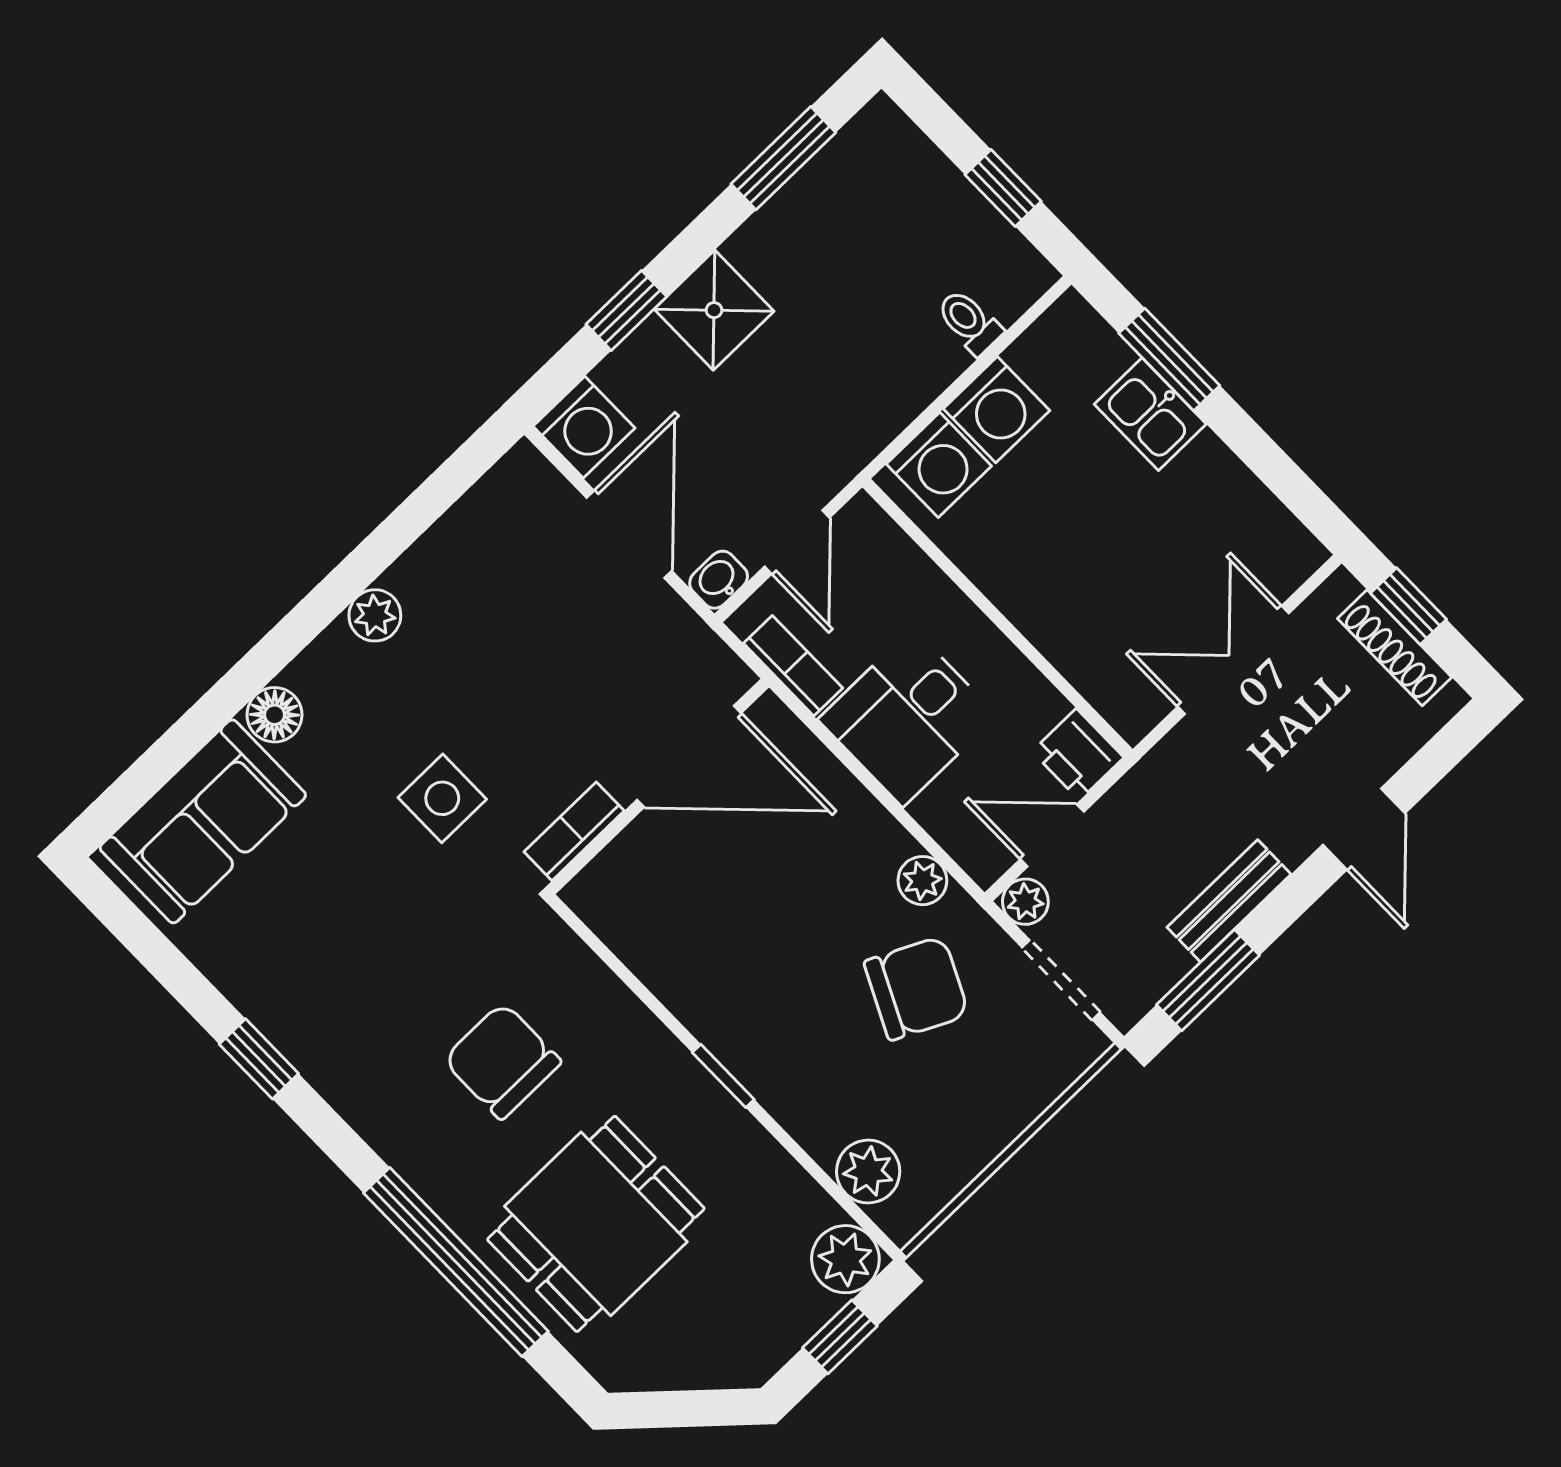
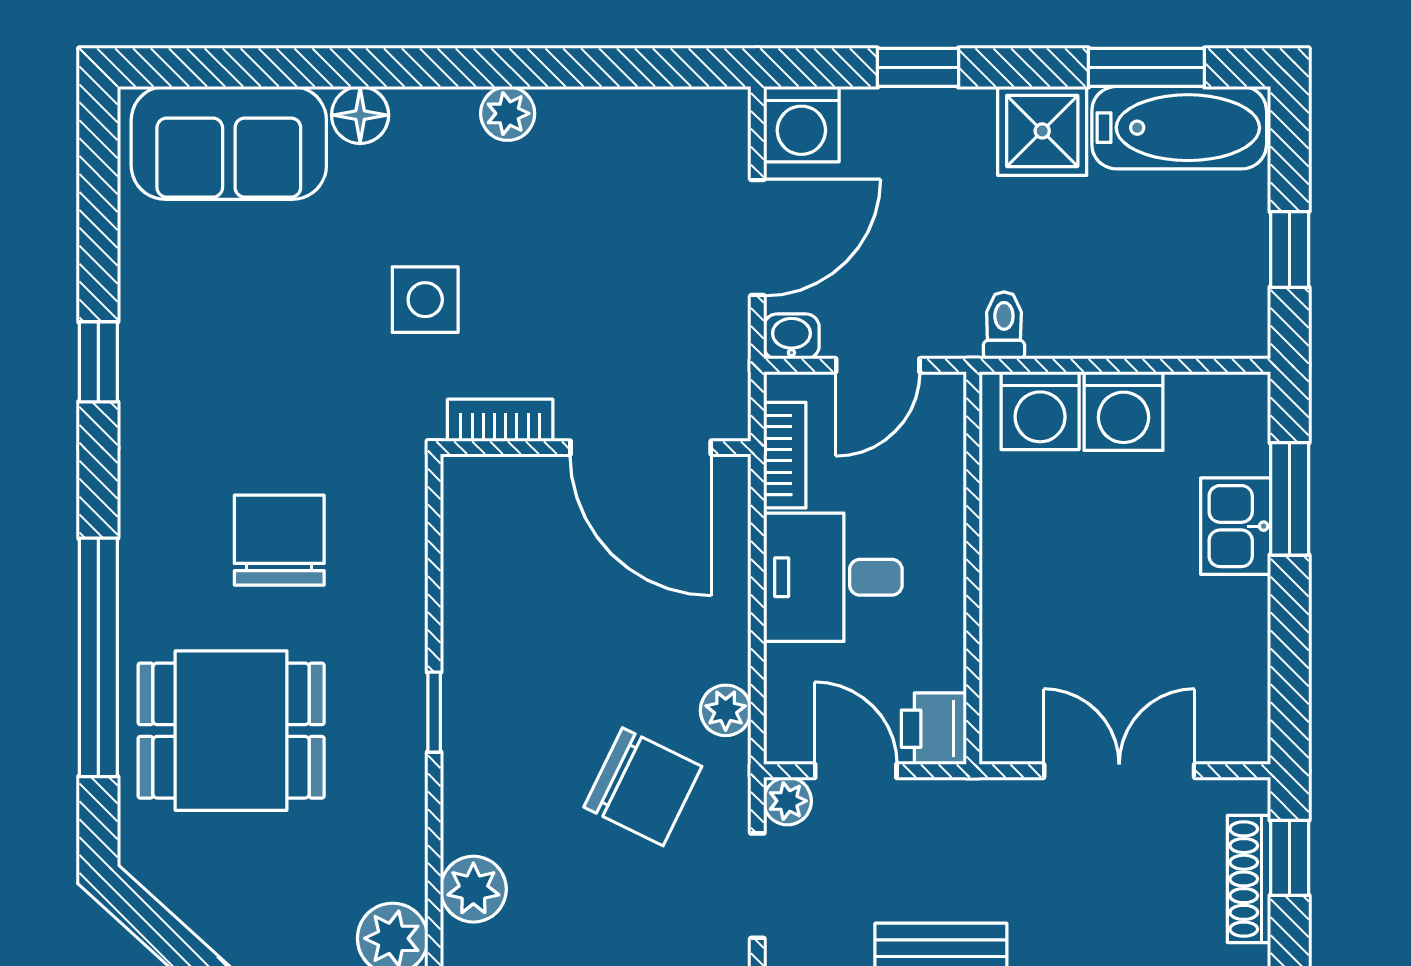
bathtub: (846, 178) -> (1179, 128), added
shower: (714, 310) -> (1042, 131), moved
toilet: (969, 322) -> (1004, 325), moved

